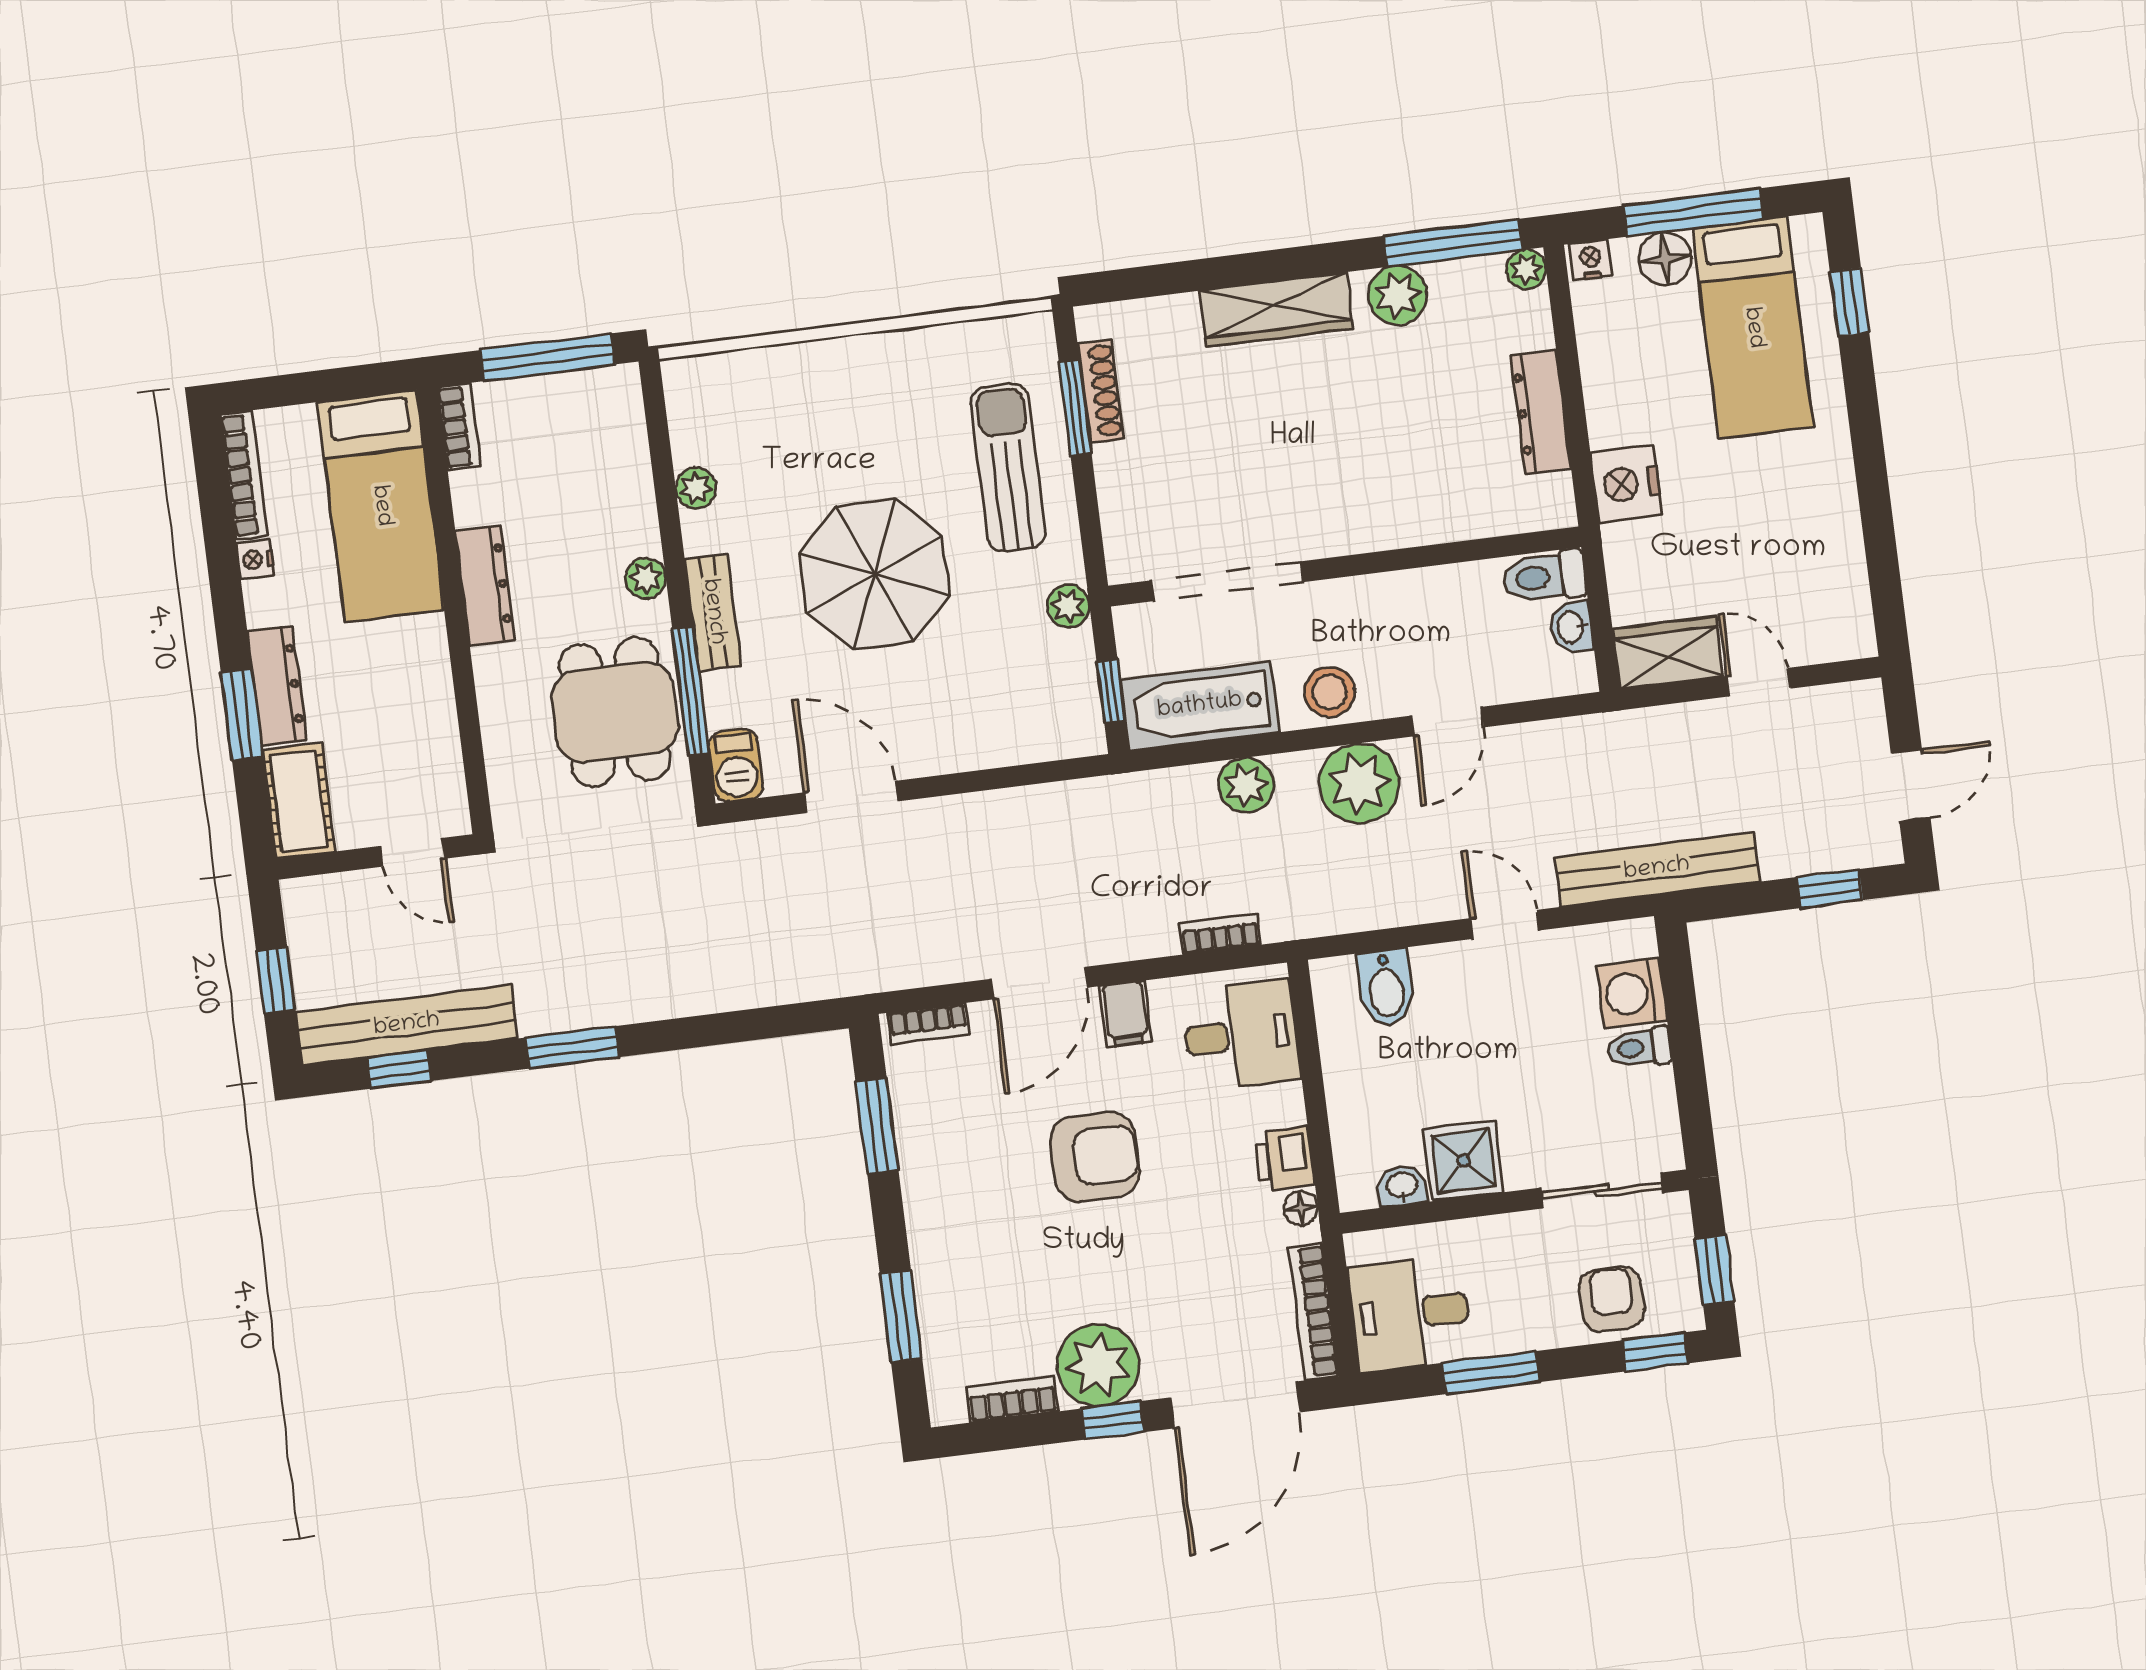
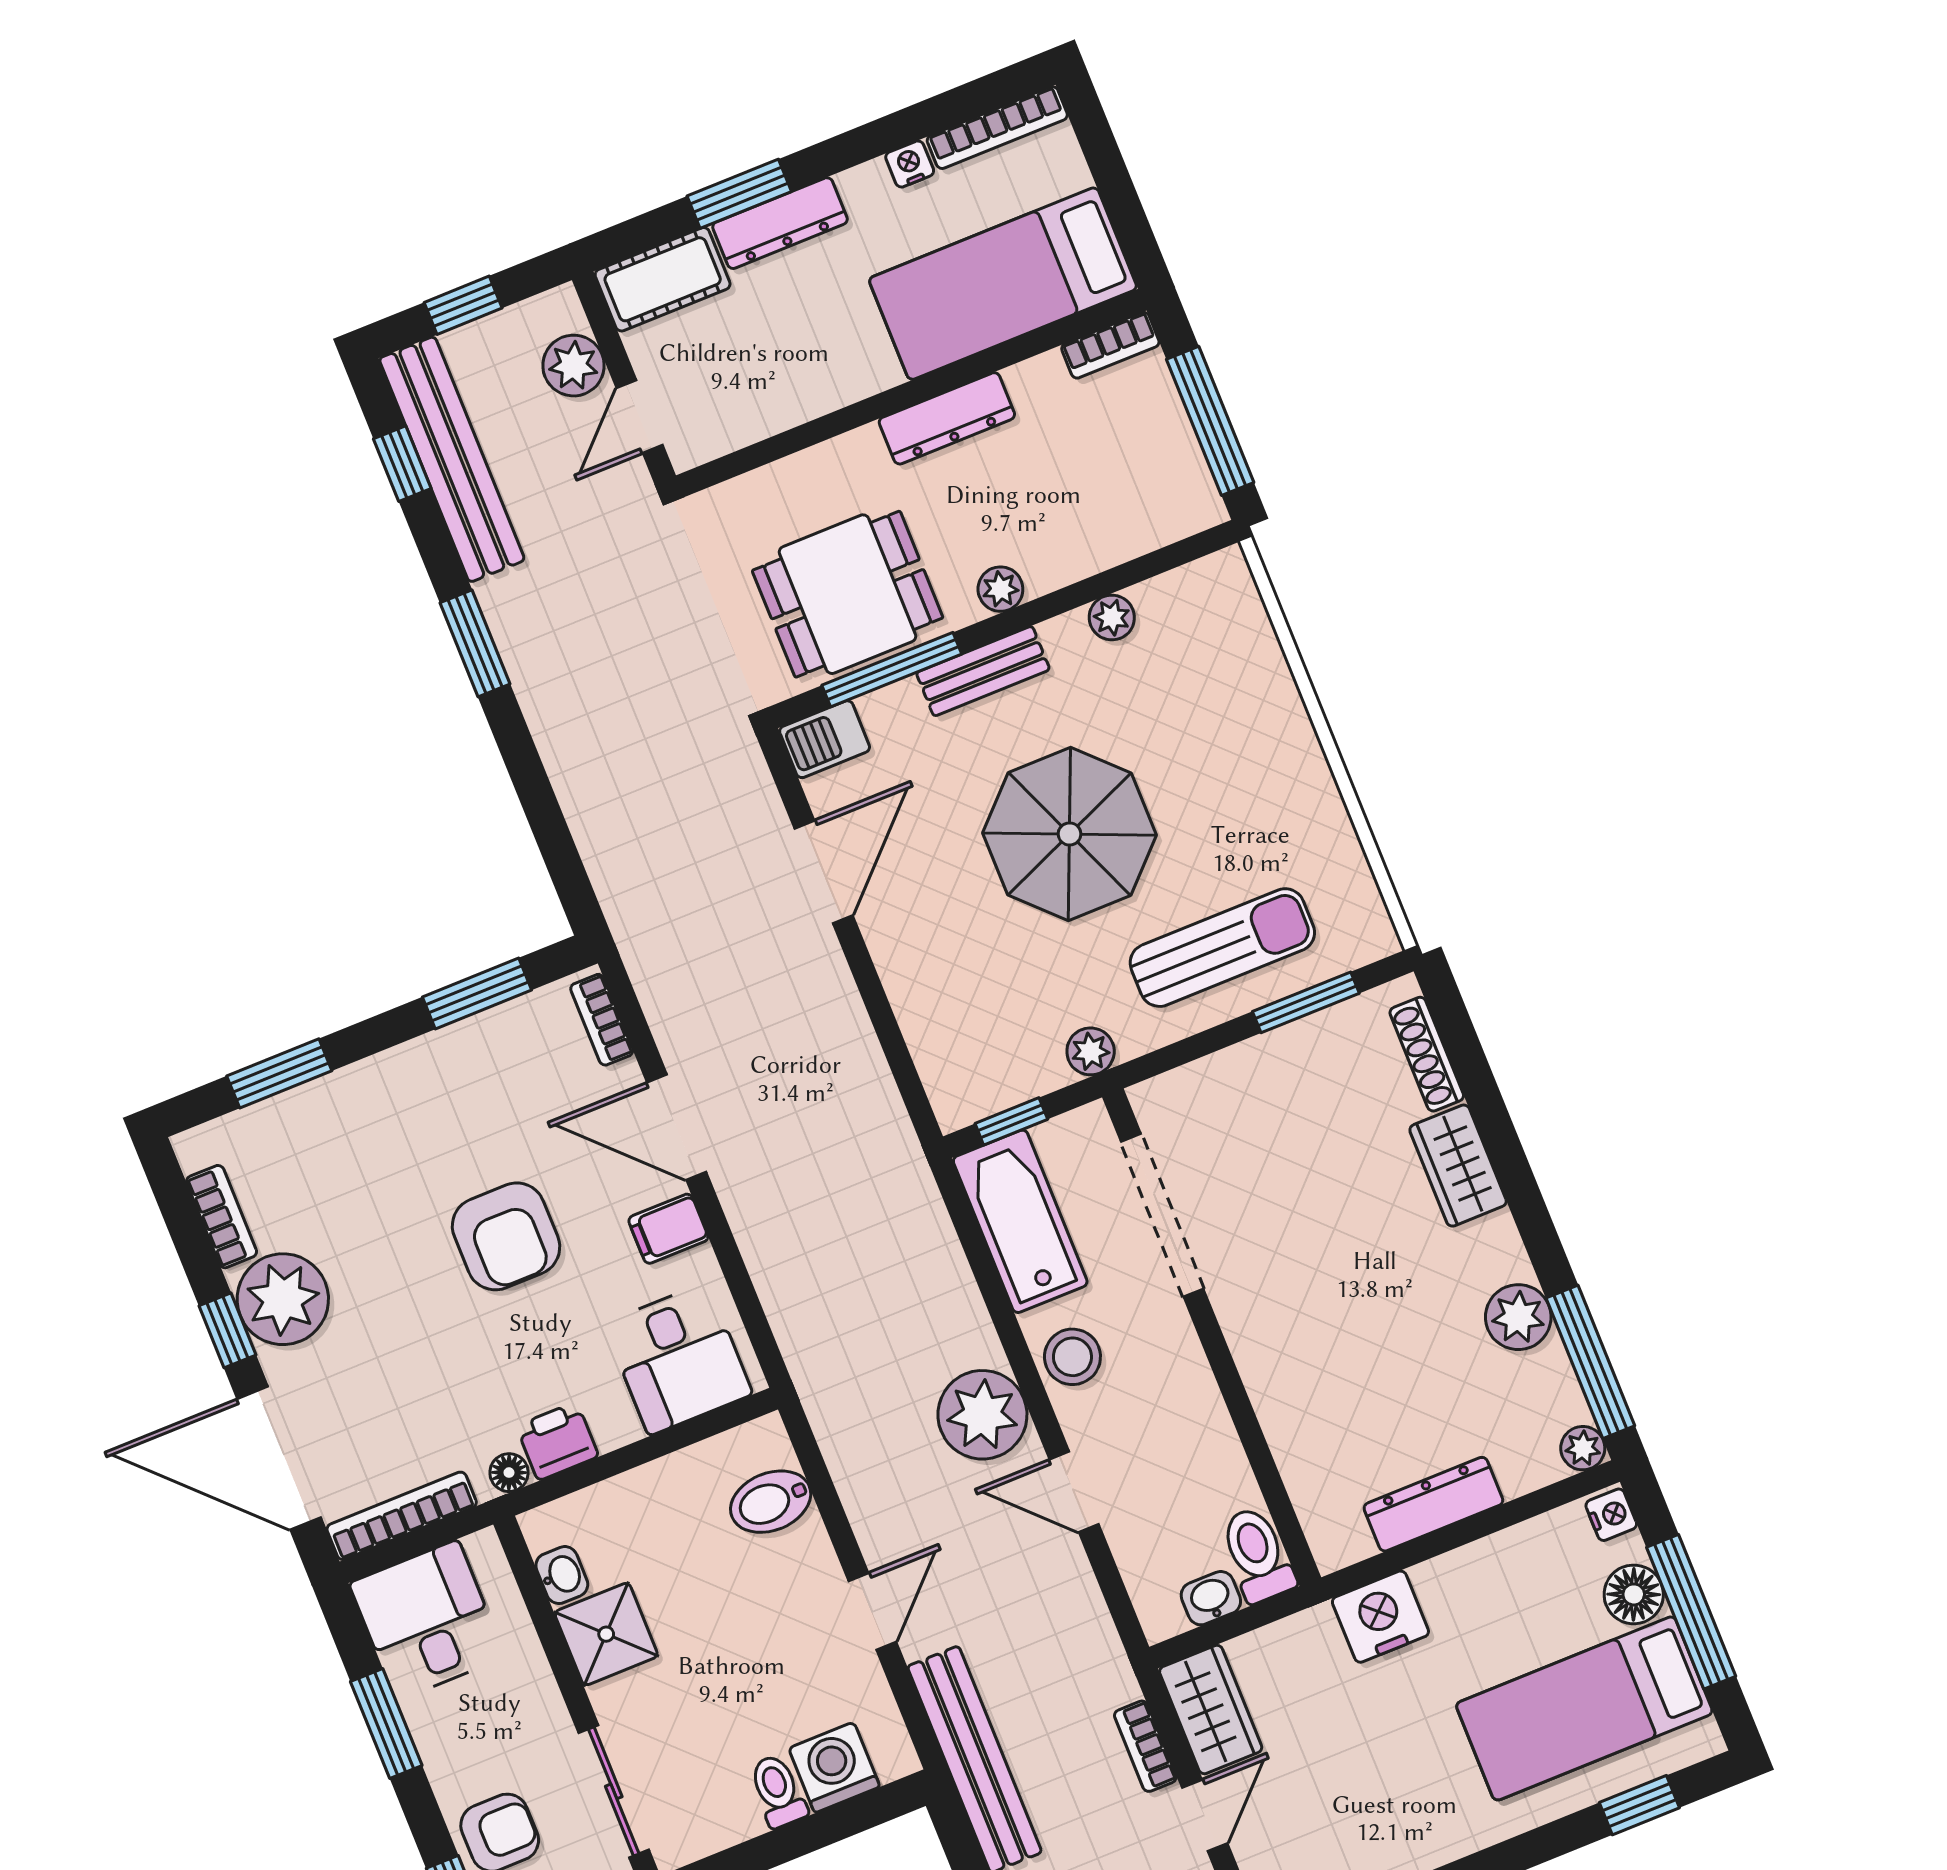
wardrobe: (1276, 310) -> (1458, 1166), width x0.67
shoe rack: (1101, 391) -> (1427, 1054), moved, turned 90
plant: (1246, 785) -> (574, 366), moved
bookcase: (1220, 934) -> (1145, 1746), moved, turned 180

